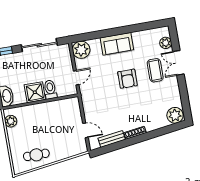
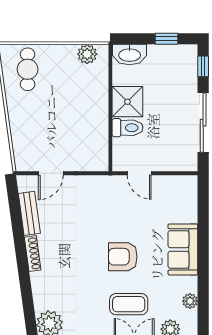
plant: (81, 50) -> (190, 301), moved, width x0.53, depth x0.53
cafe table: (36, 155) -> (28, 69), moved

